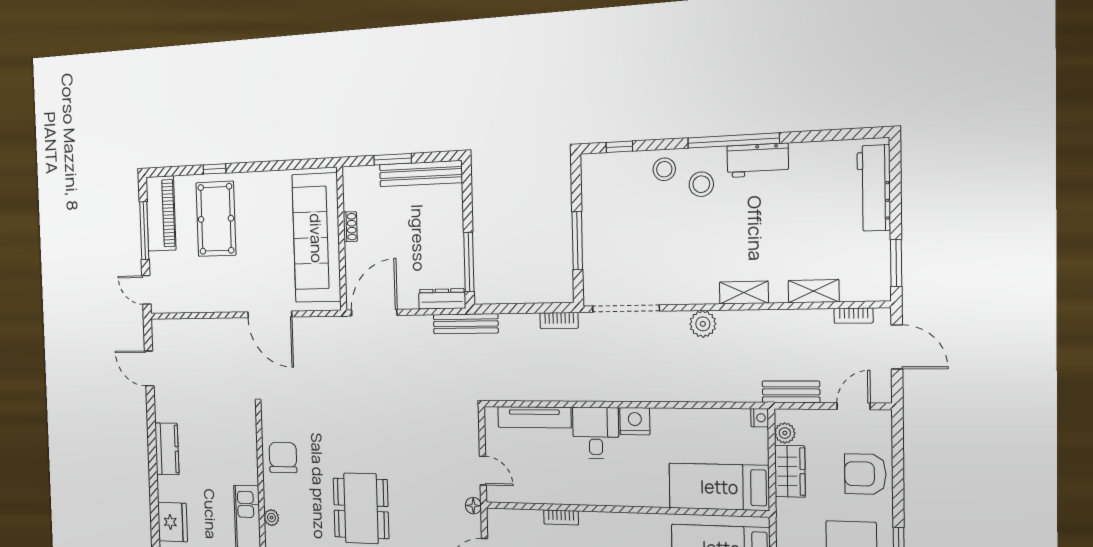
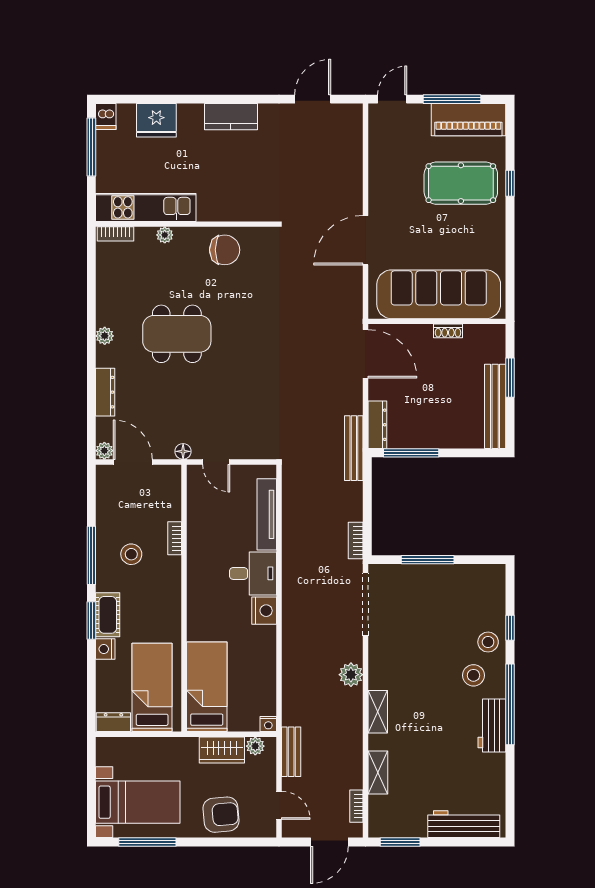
window: (619, 147) -> (510, 628), moved
door: (483, 471) -> (216, 462), hinge flipped
armchair: (865, 474) -> (221, 815), turned 85

